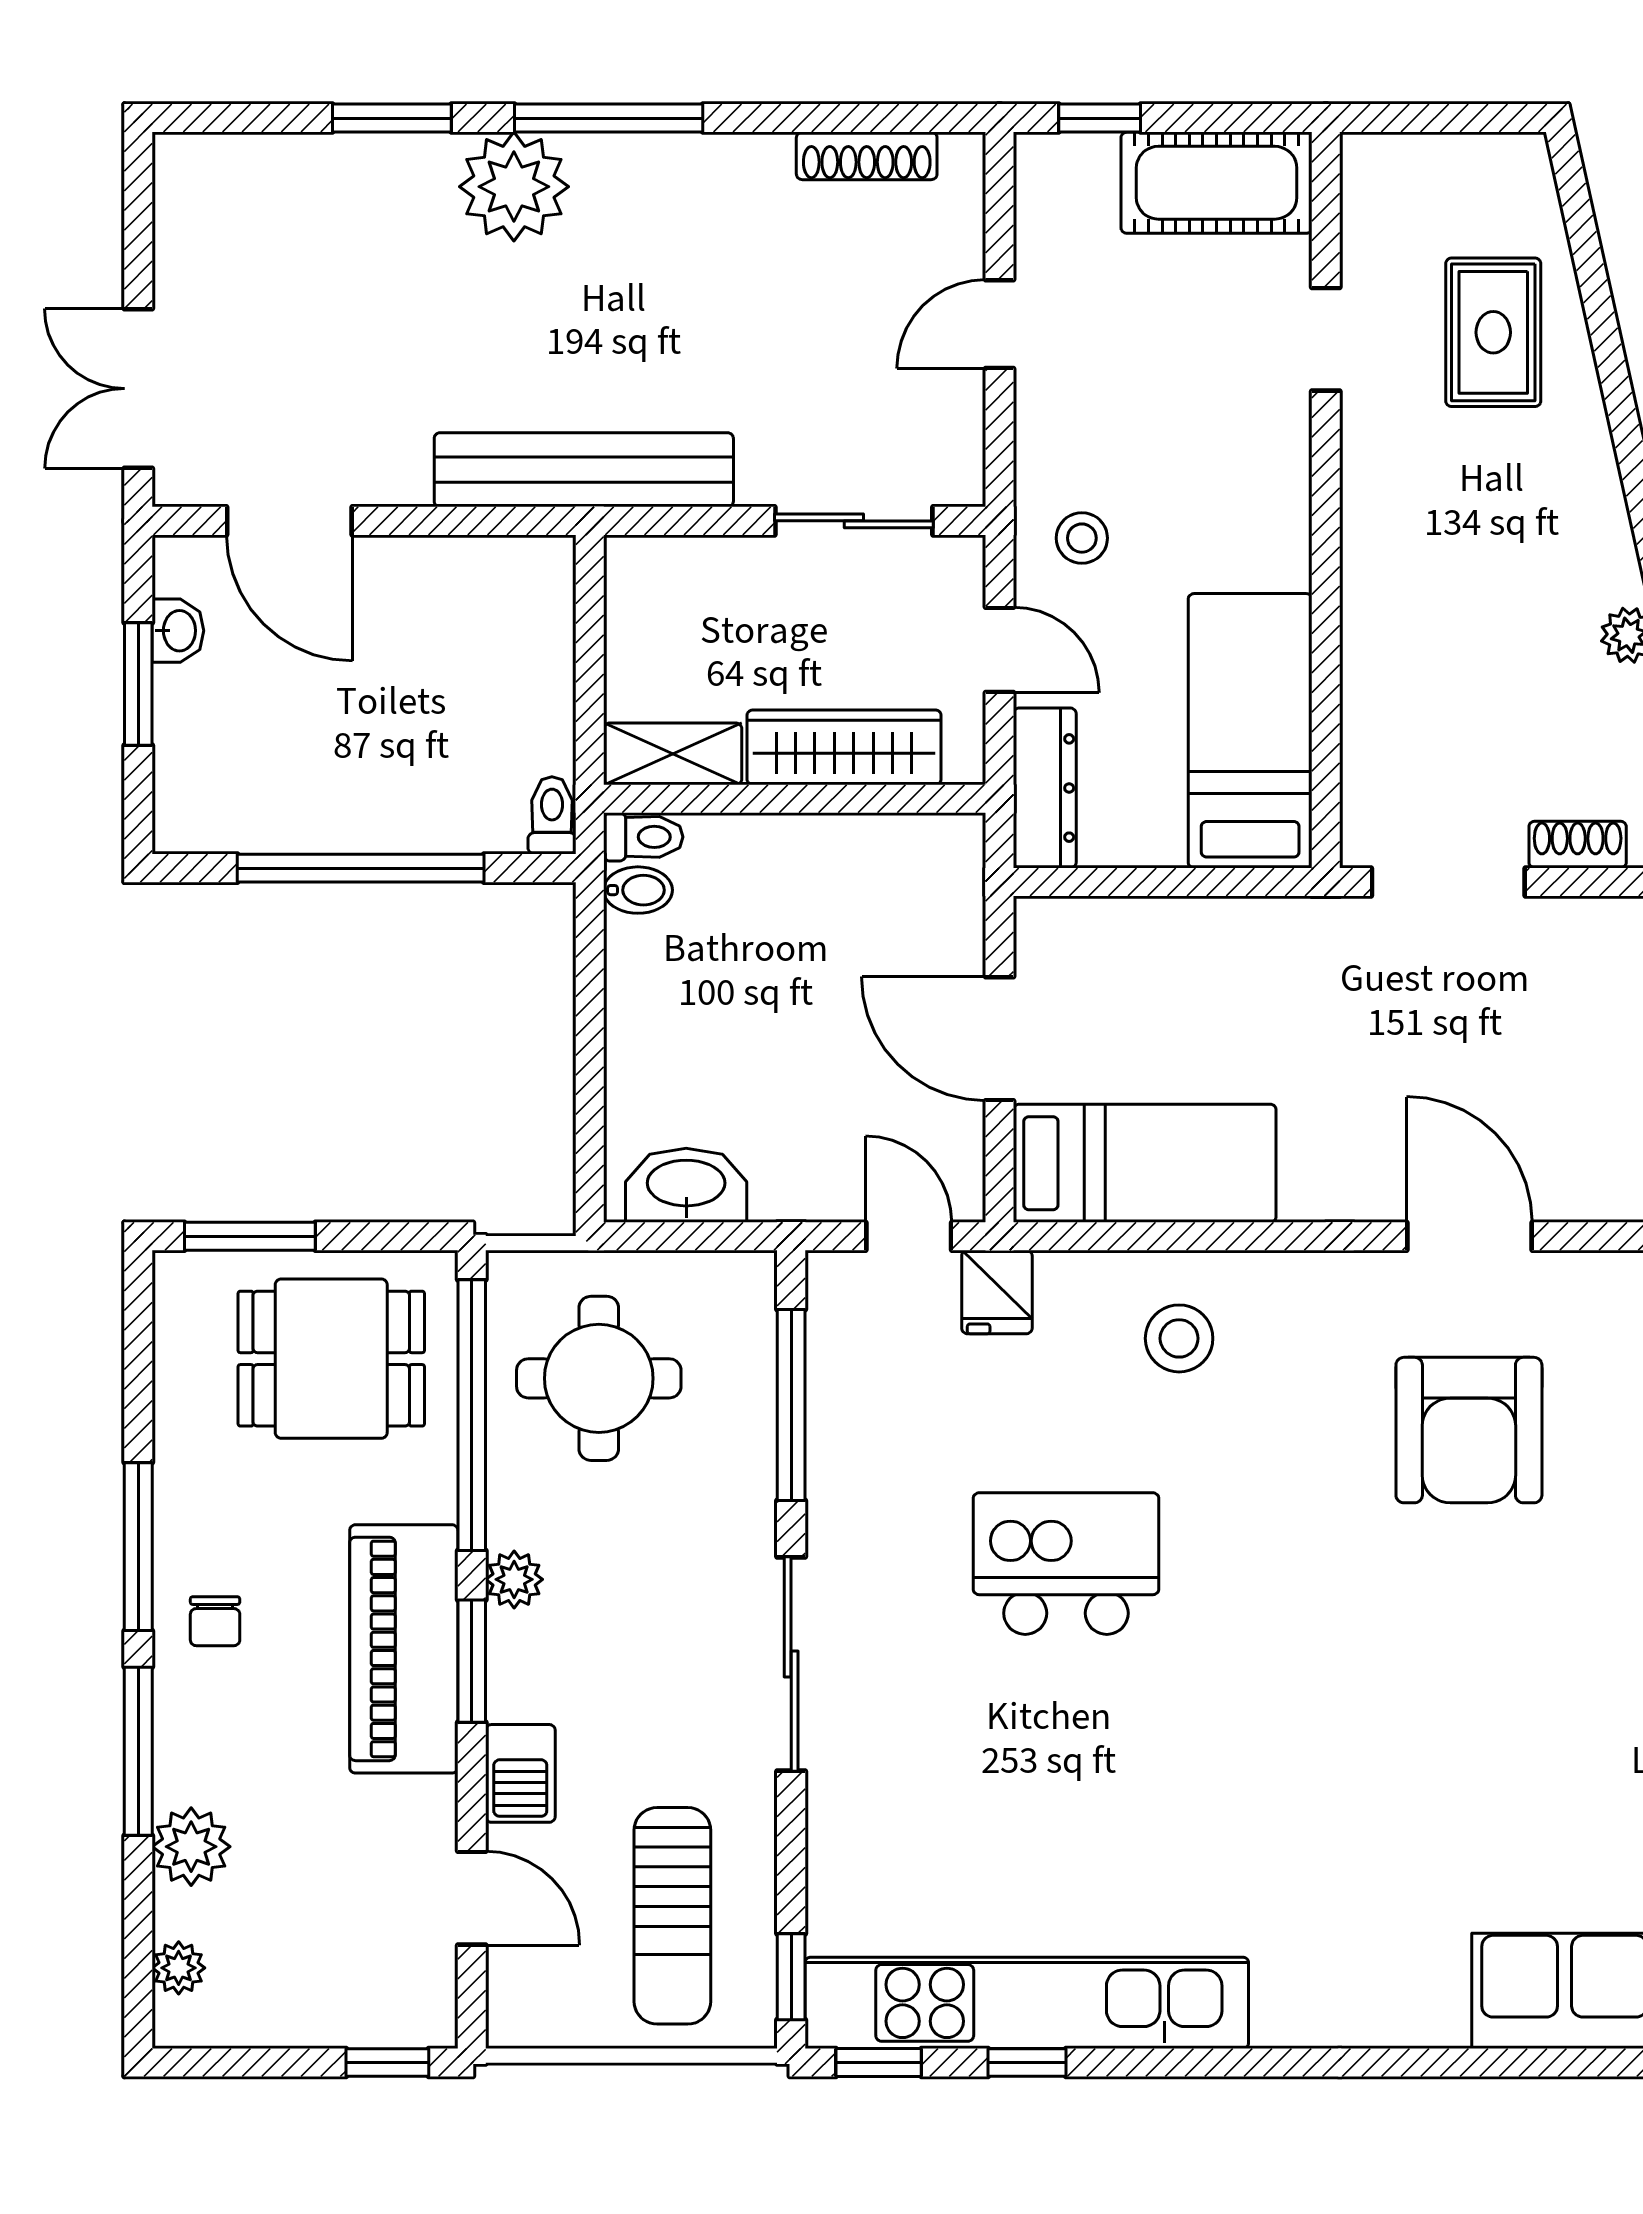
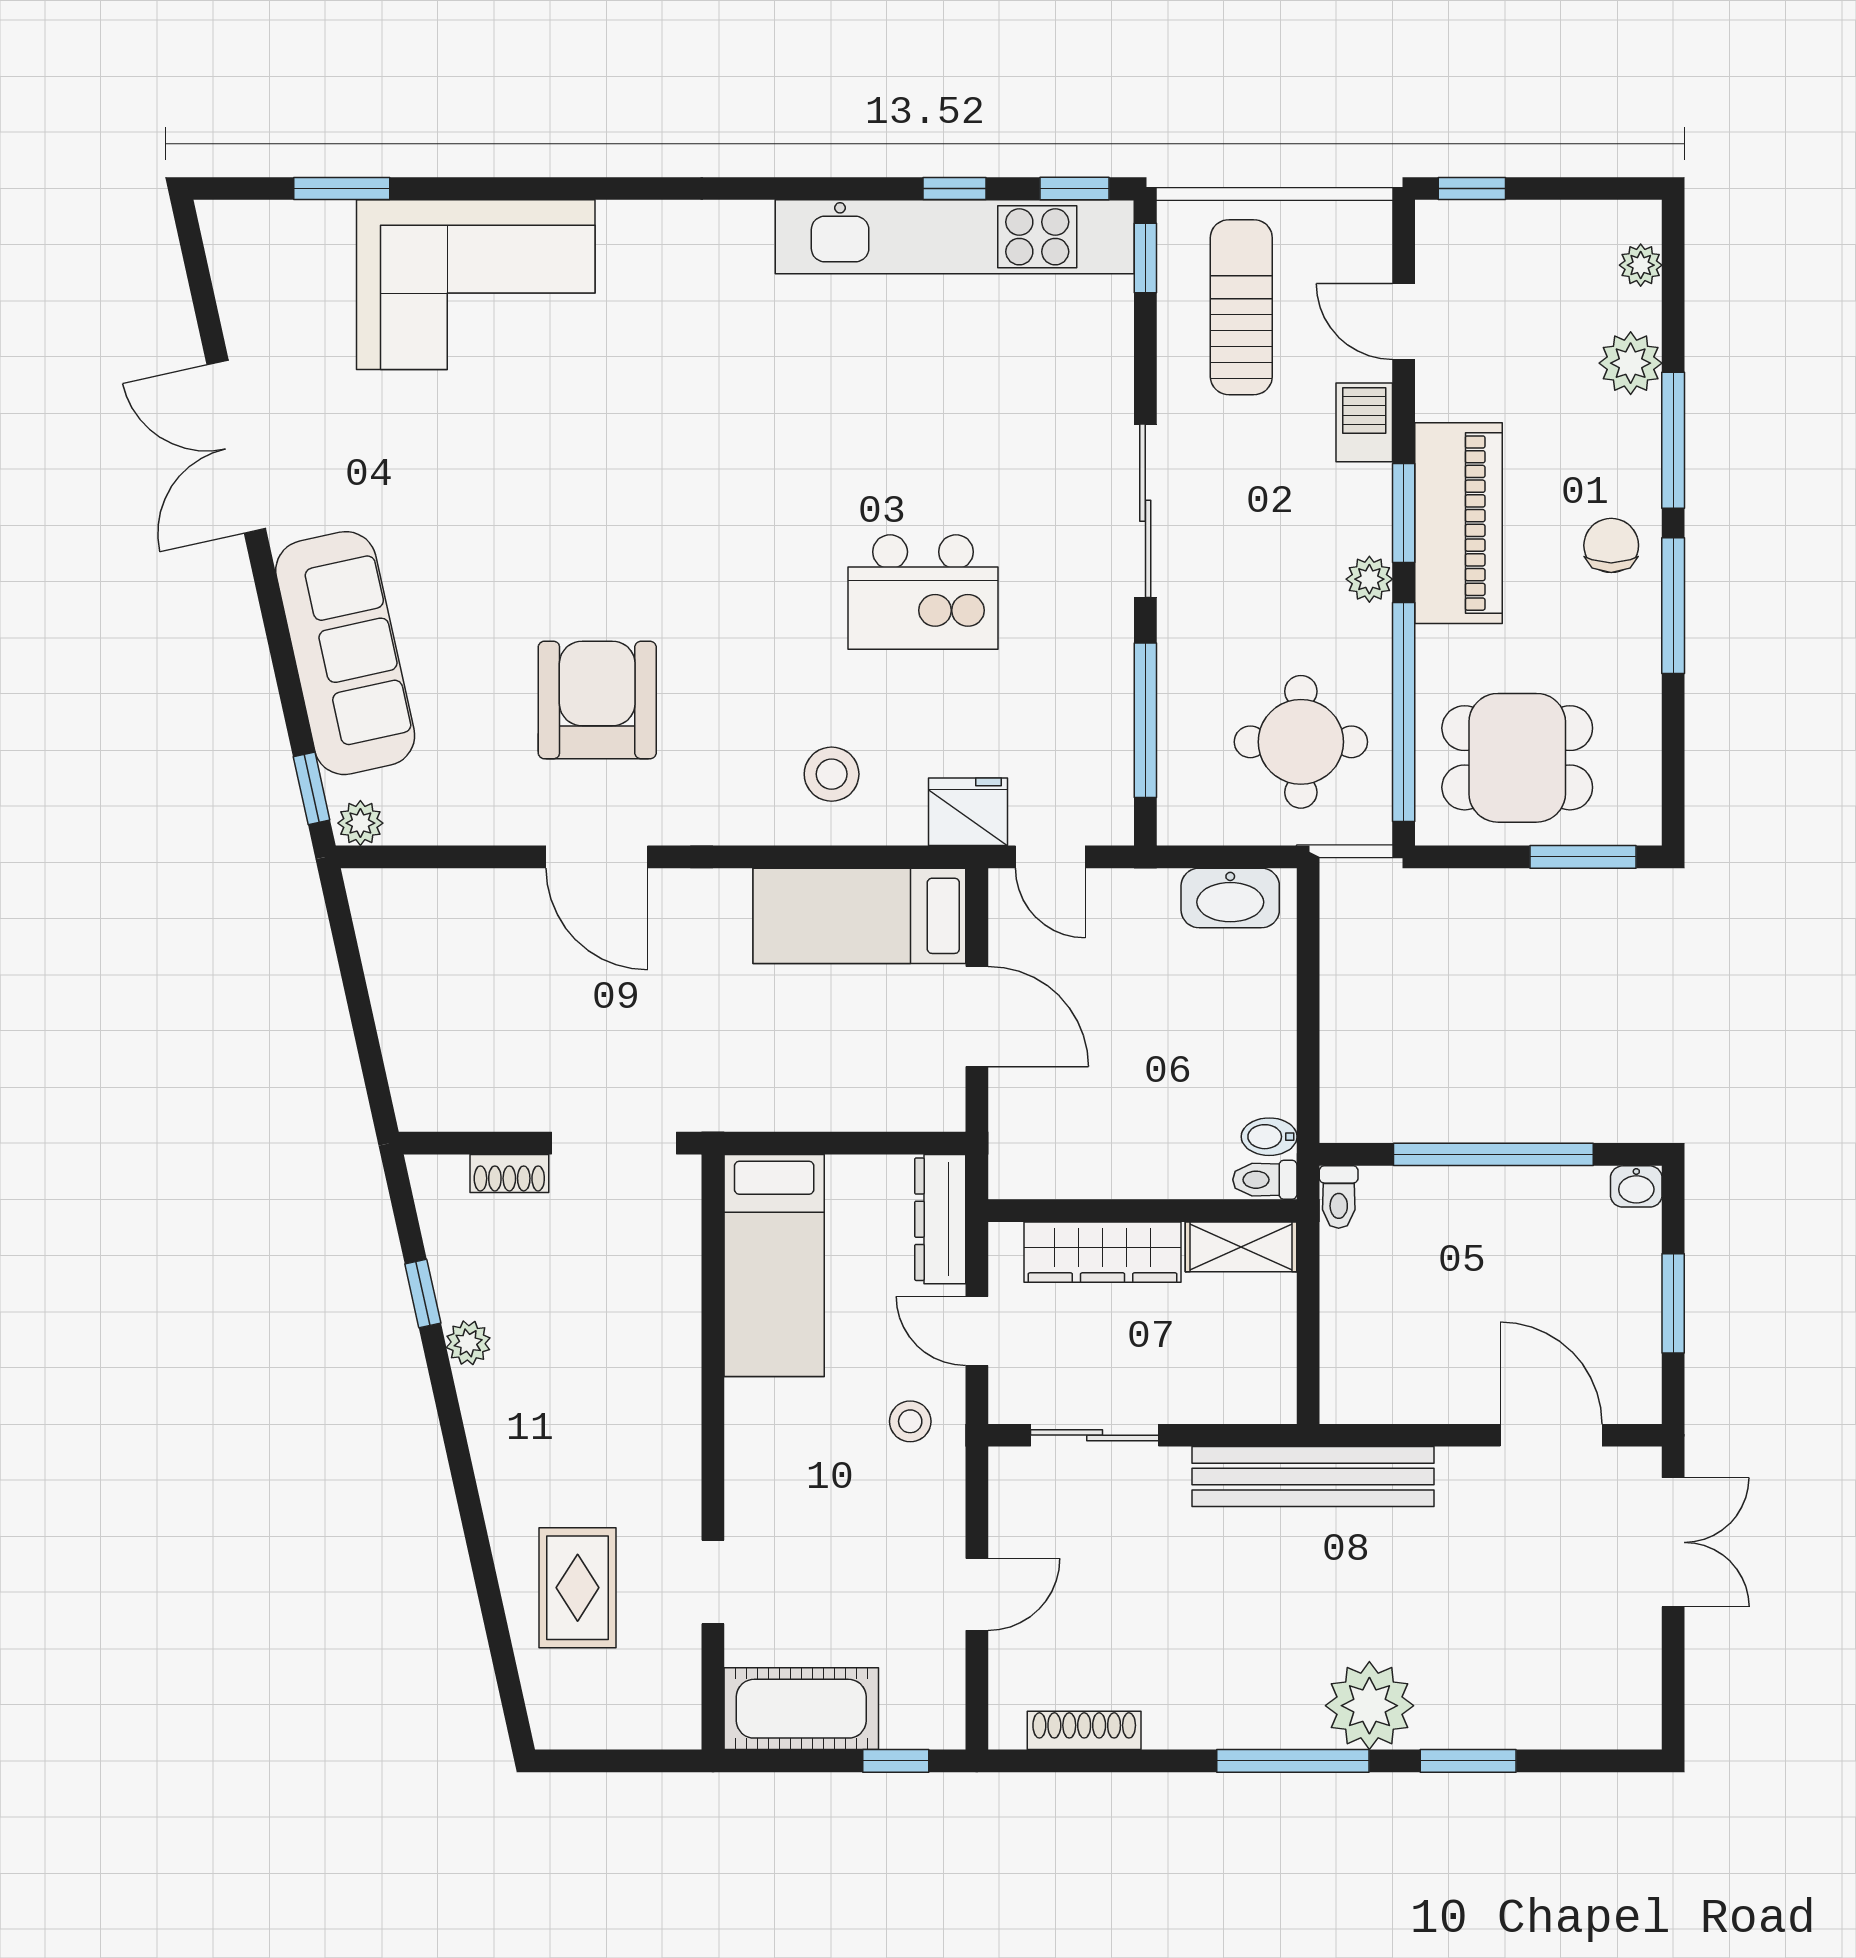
washbasin: (178, 631) -> (1636, 1186), moved, turned -90
fridge: (997, 1292) -> (968, 812), width x1.38
chair: (215, 1621) -> (1611, 545), width x1.37, depth x1.37

